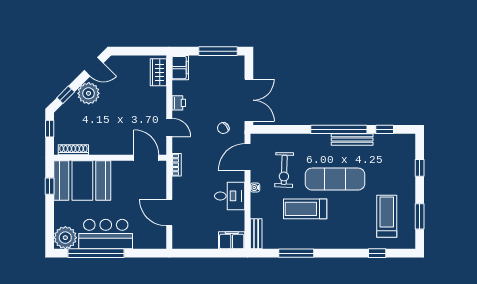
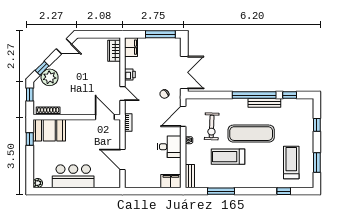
plant: (89, 93) -> (50, 77), moved
booth: (82, 181) -> (49, 130), width x0.73, depth x0.70
plant: (65, 238) -> (38, 183), width x0.53, depth x0.53
window: (96, 253) -> (66, 191), removed

